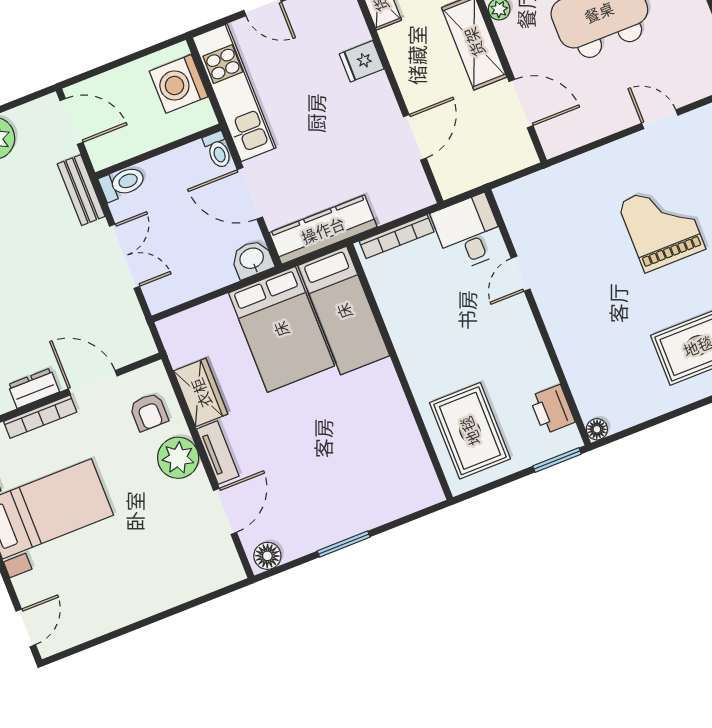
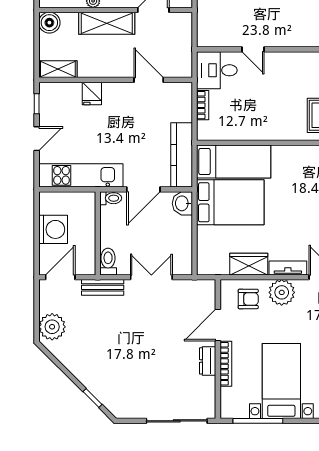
washing machine: (179, 84) -> (53, 229), moved, turned -90
bookcase: (397, 237) -> (203, 105), width x0.64

